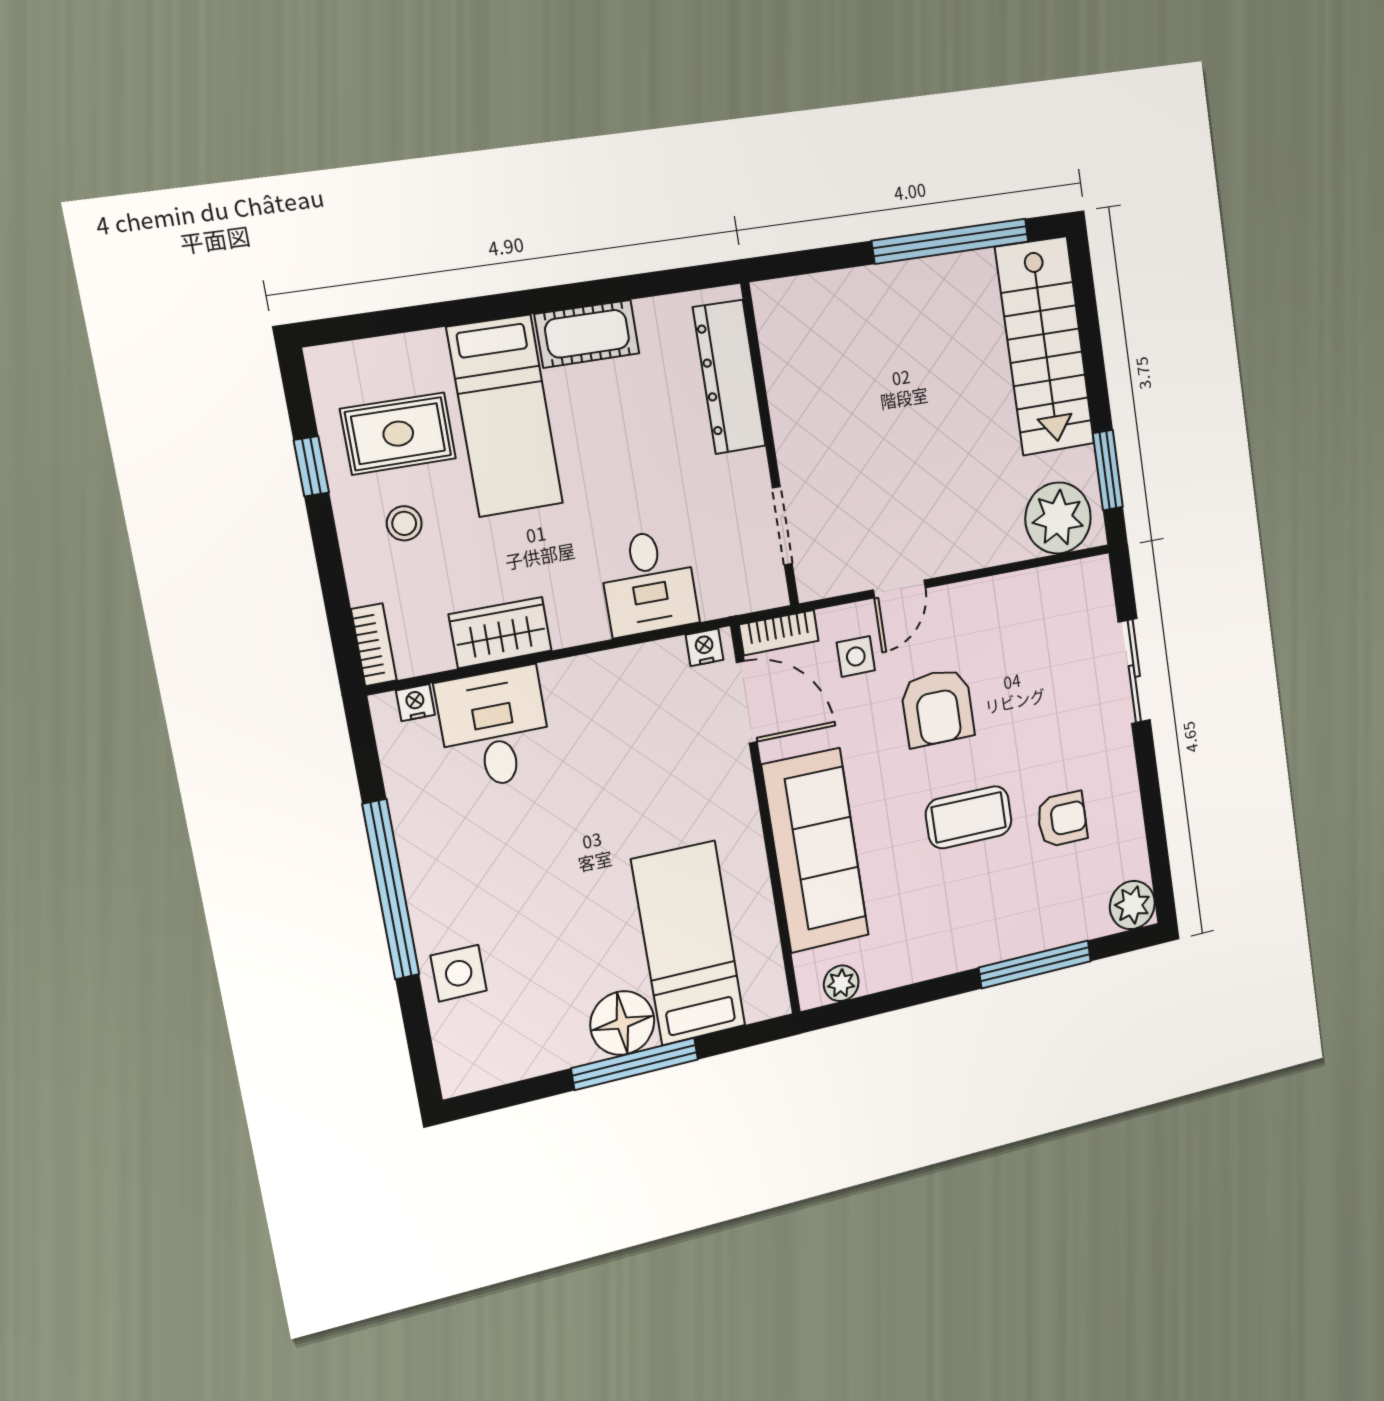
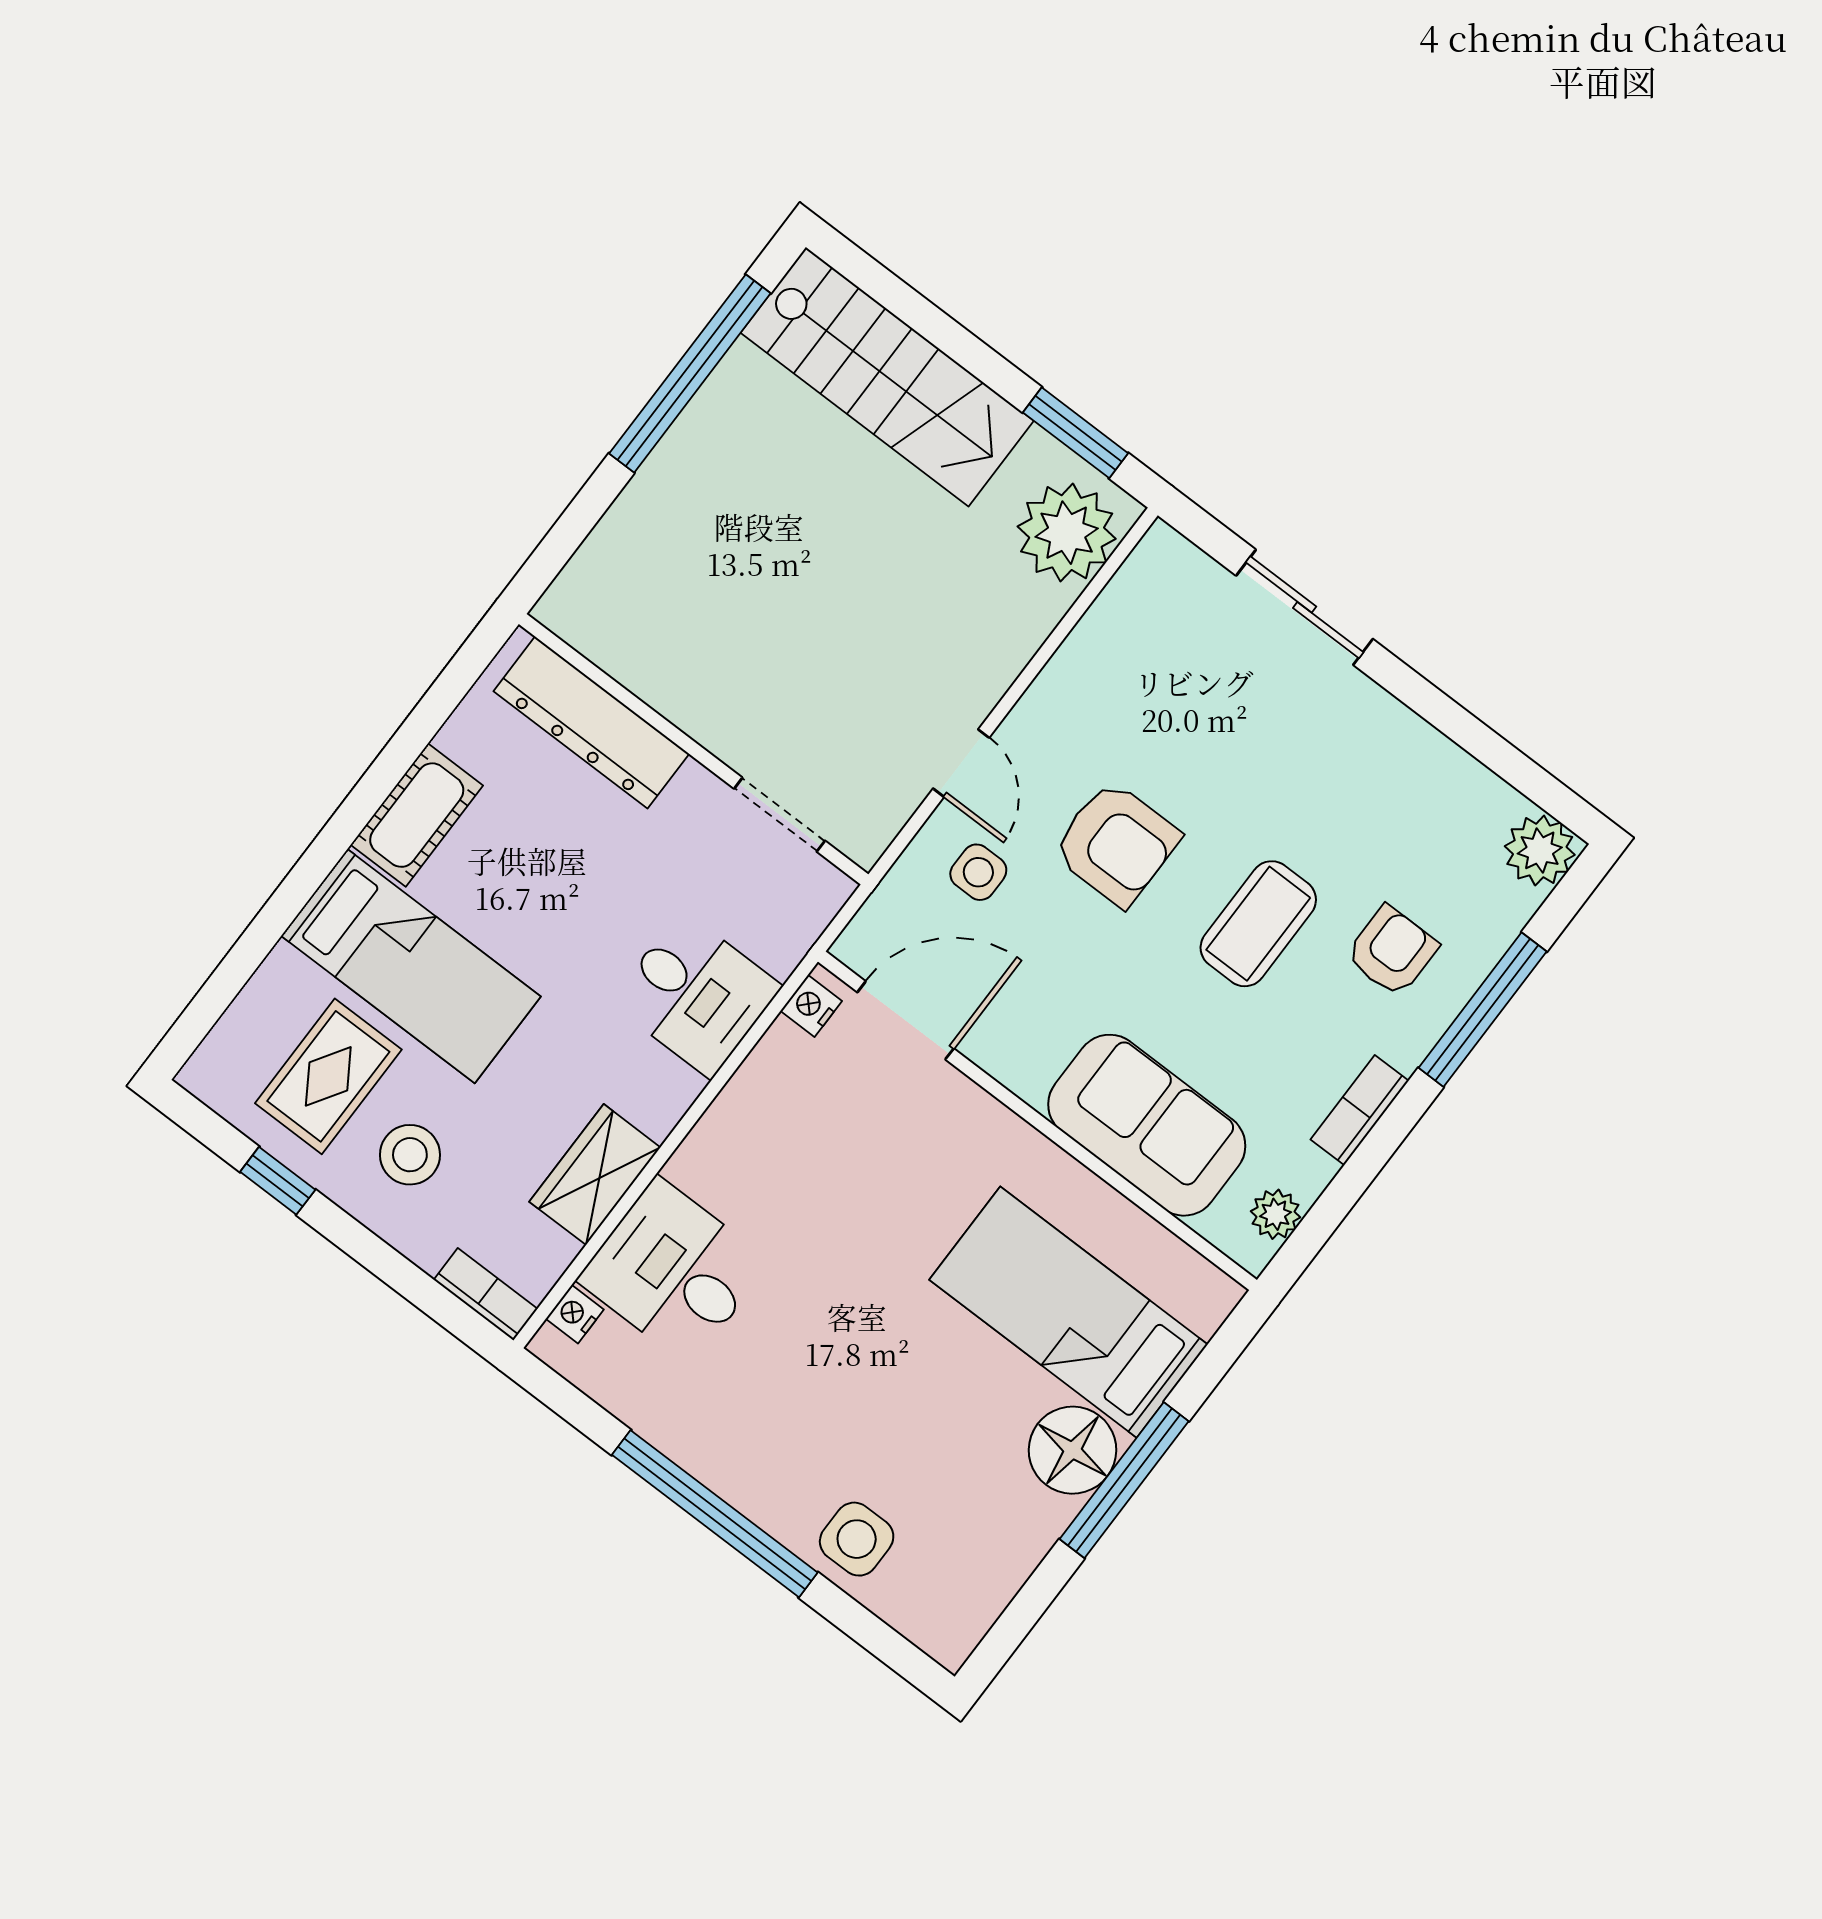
stool: (404, 523) -> (410, 1155), width x1.37, depth x1.37
bookcase: (779, 633) -> (1360, 1110), moved, turned 180
armchair: (1062, 819) -> (1392, 951), moved
sofa: (815, 850) -> (1147, 1125), width x0.73

